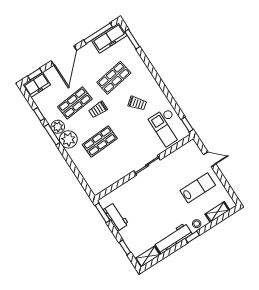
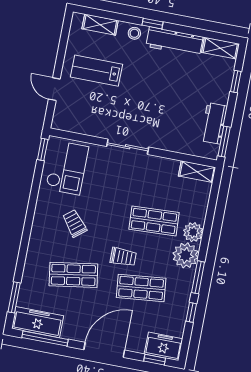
plant: (58, 127) -> (193, 232), moved
shelving: (102, 185) -> (197, 172), added

